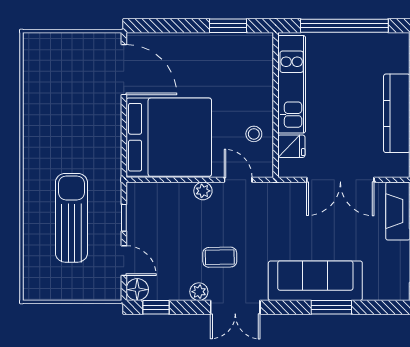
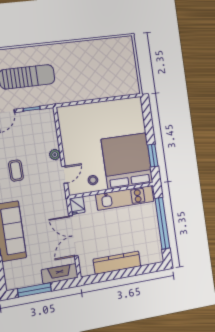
door: (124, 70) -> (119, 98), removed
bed: (169, 137) -> (127, 161), moved, turned 180
fridge: (291, 146) -> (77, 205), moved

